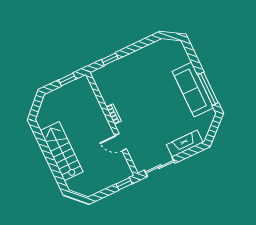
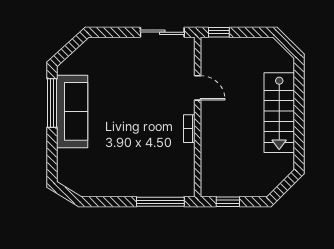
window: (110, 59) -> (160, 202), width x2.17
fireplace: (185, 144) -> (116, 47), removed

